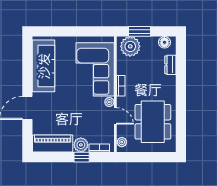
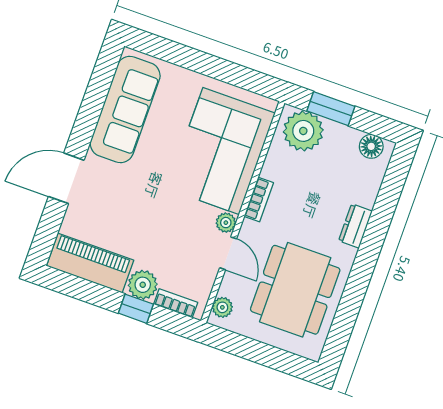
dresser: (170, 65) -> (355, 226), moved

